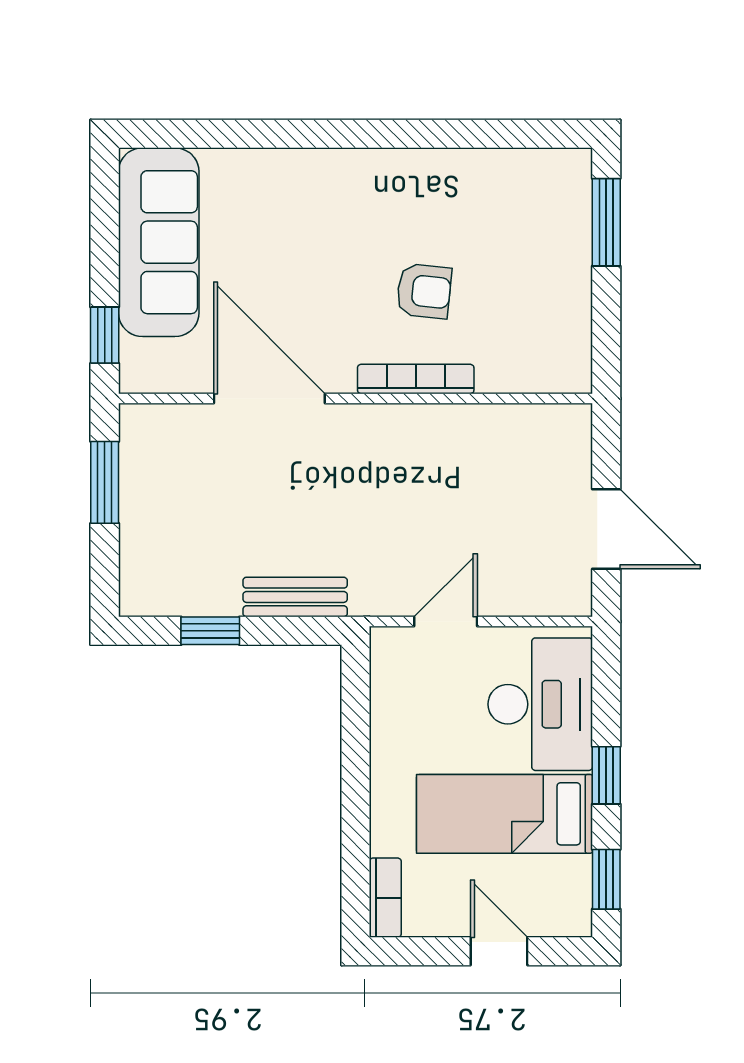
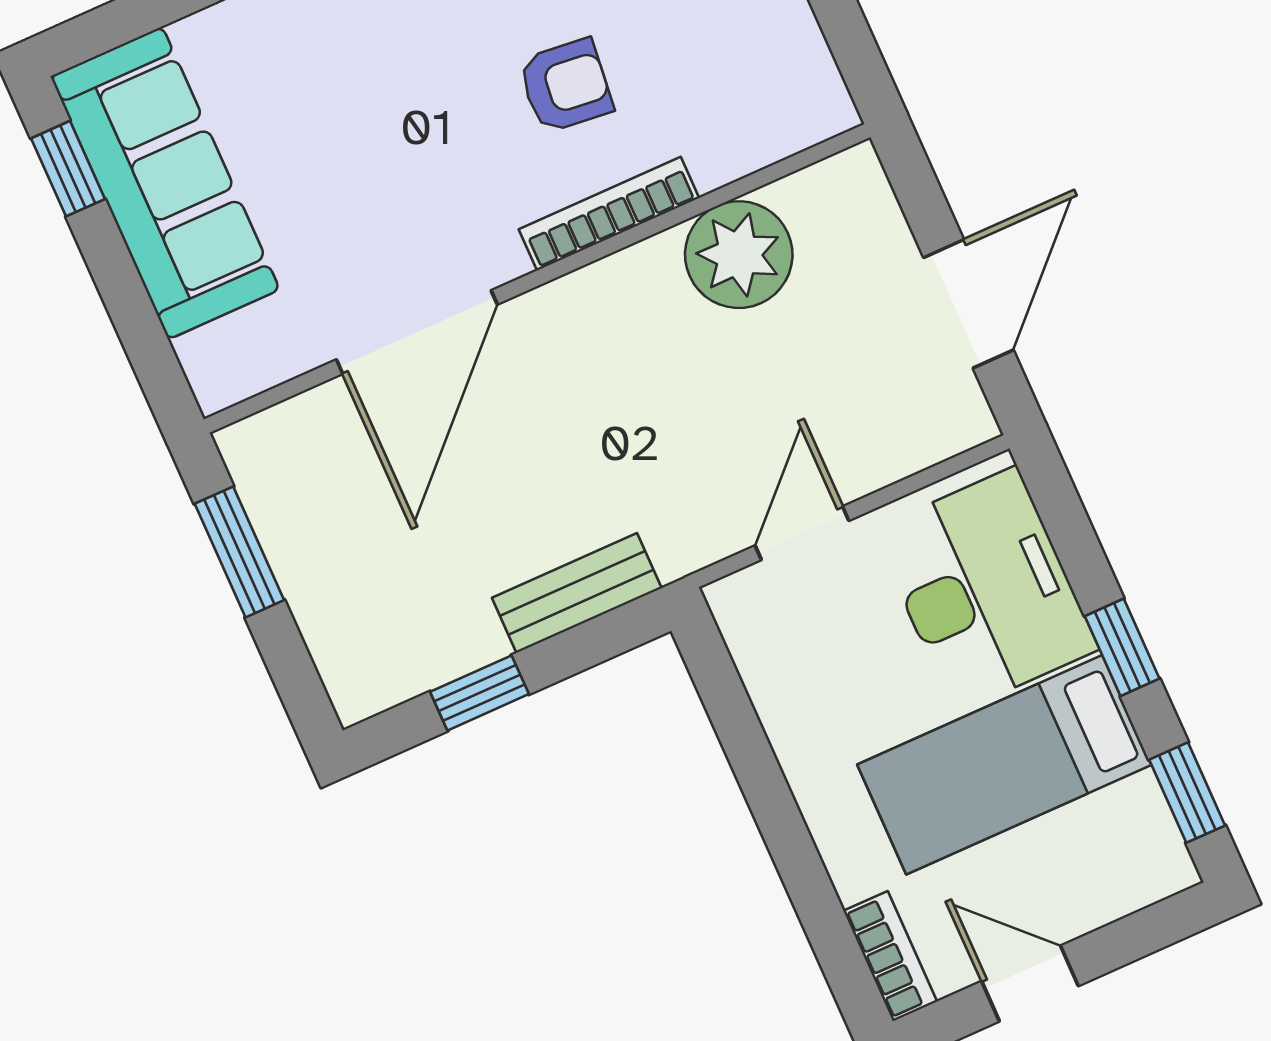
window: (105, 335) -> (68, 169), moved
door: (269, 398) -> (417, 332), swing flipped
plant: (482, 438) -> (739, 255), added
door: (606, 529) -> (968, 304), hinge flipped
door: (499, 951) -> (1030, 983), moved

